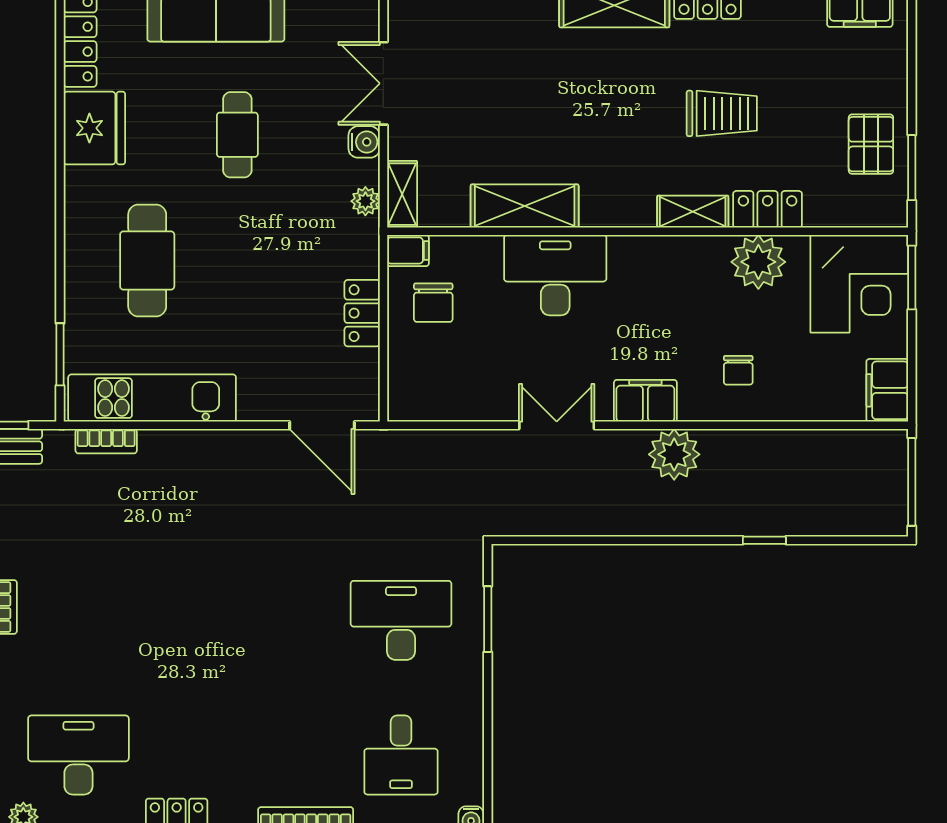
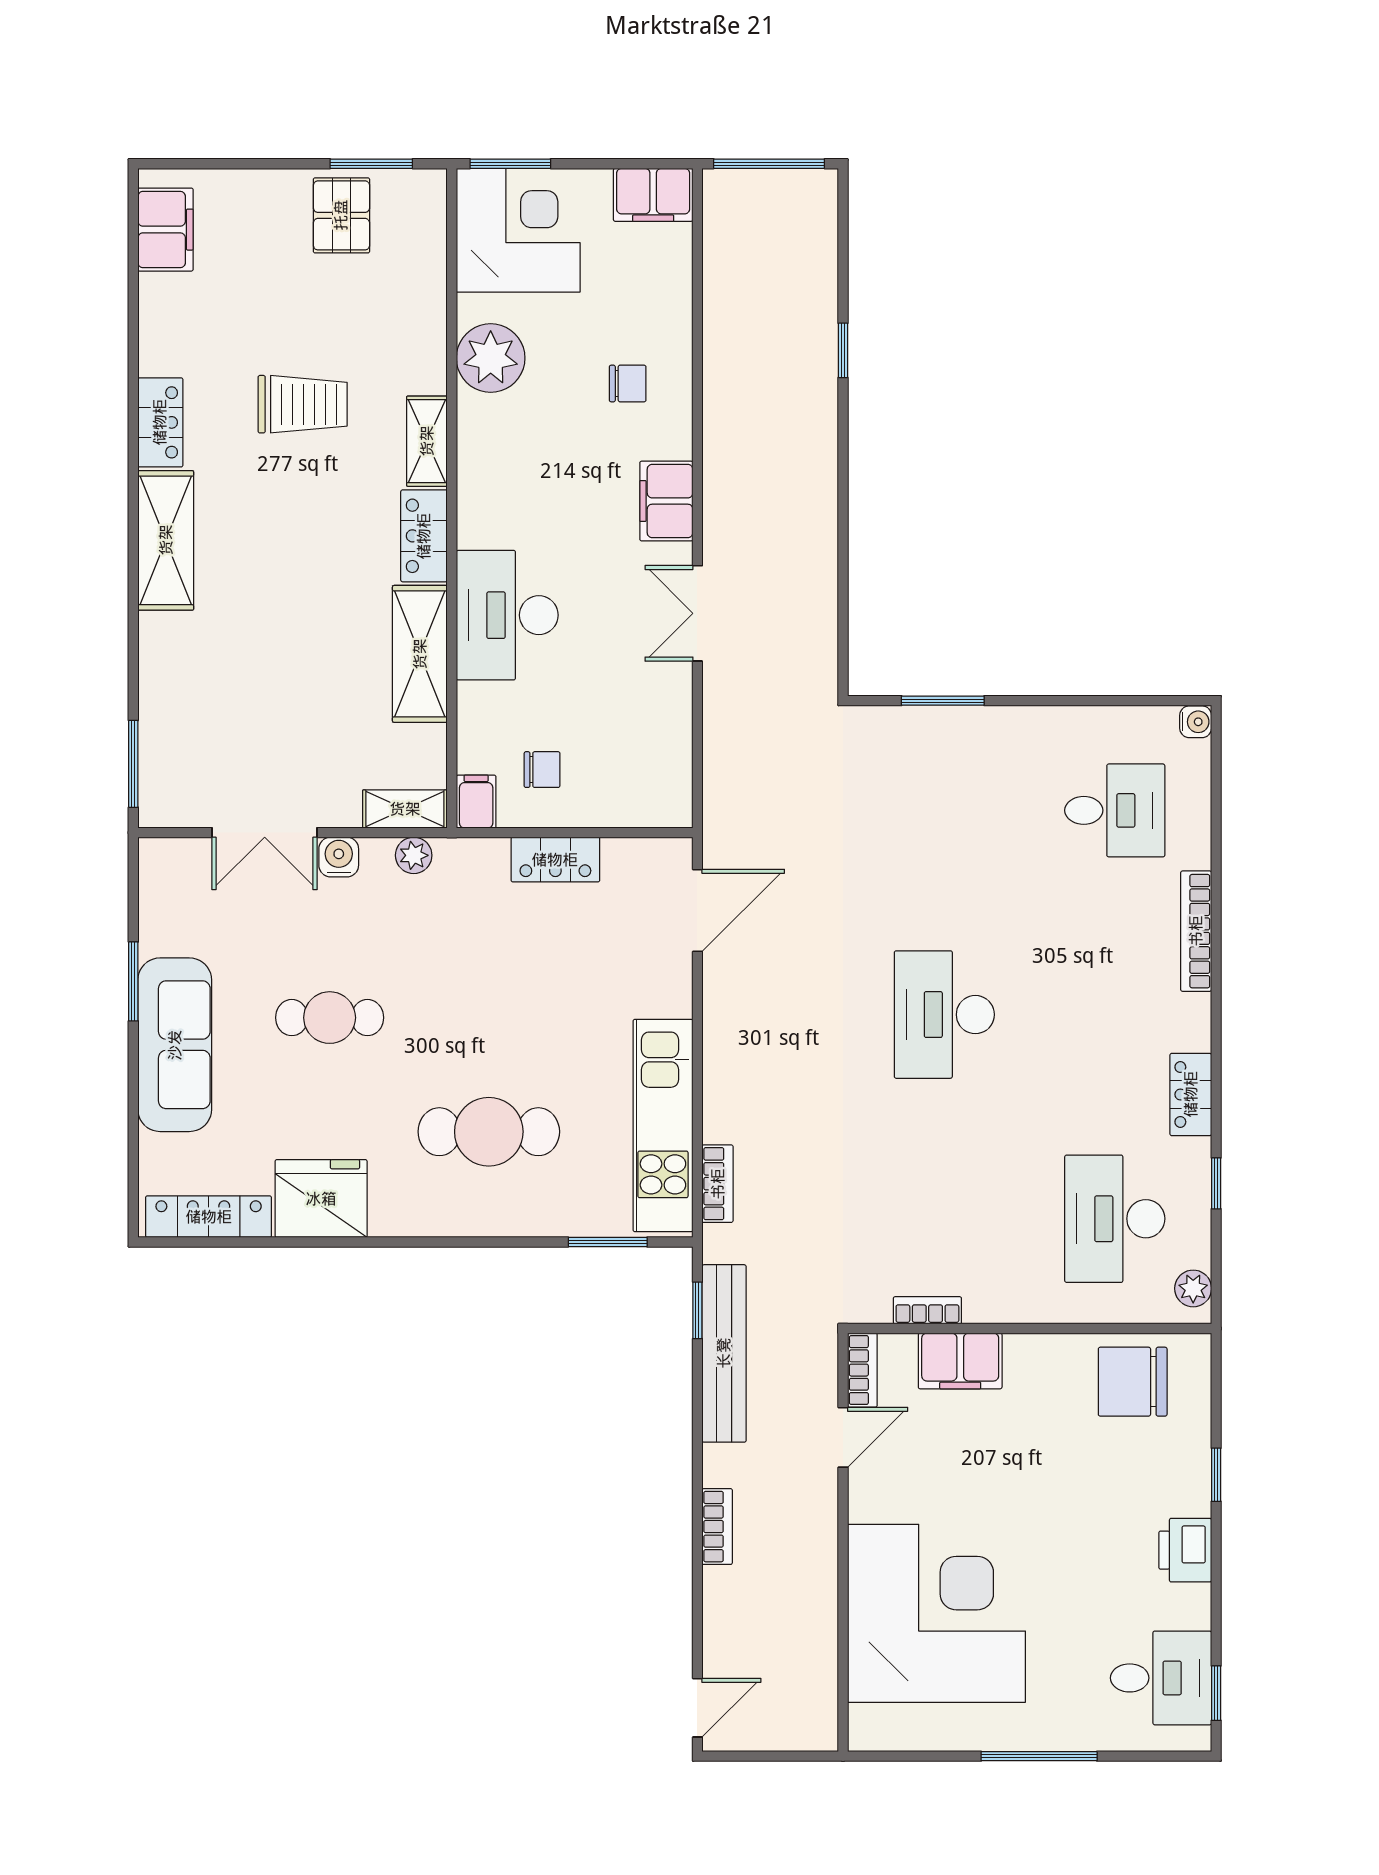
trolley: (722, 113) -> (303, 404), turned 90
pallet: (871, 144) -> (341, 215), turned 90
locker: (768, 209) -> (424, 536), moved
chair: (433, 303) -> (542, 770), width x0.73, depth x0.73
plant: (674, 454) -> (734, 465), removed
desk: (401, 620) -> (944, 1015), moved

